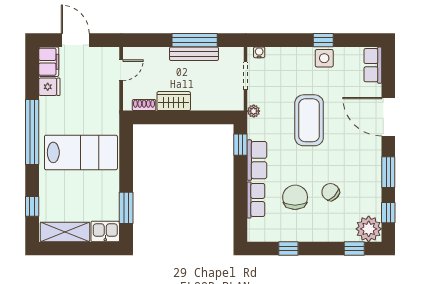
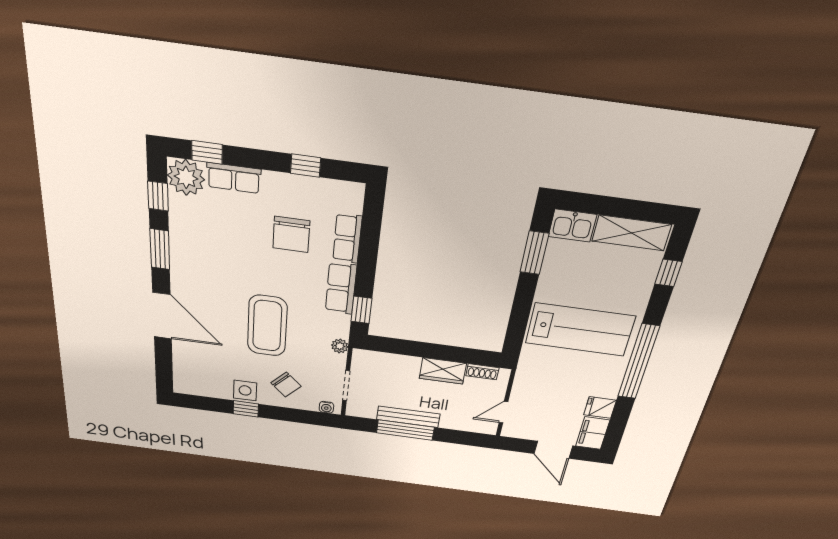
row of seats: (373, 65) -> (234, 178), moved, turned 90
lab bench: (81, 152) -> (580, 330), turned 180
chair: (331, 192) -> (286, 385), moved

